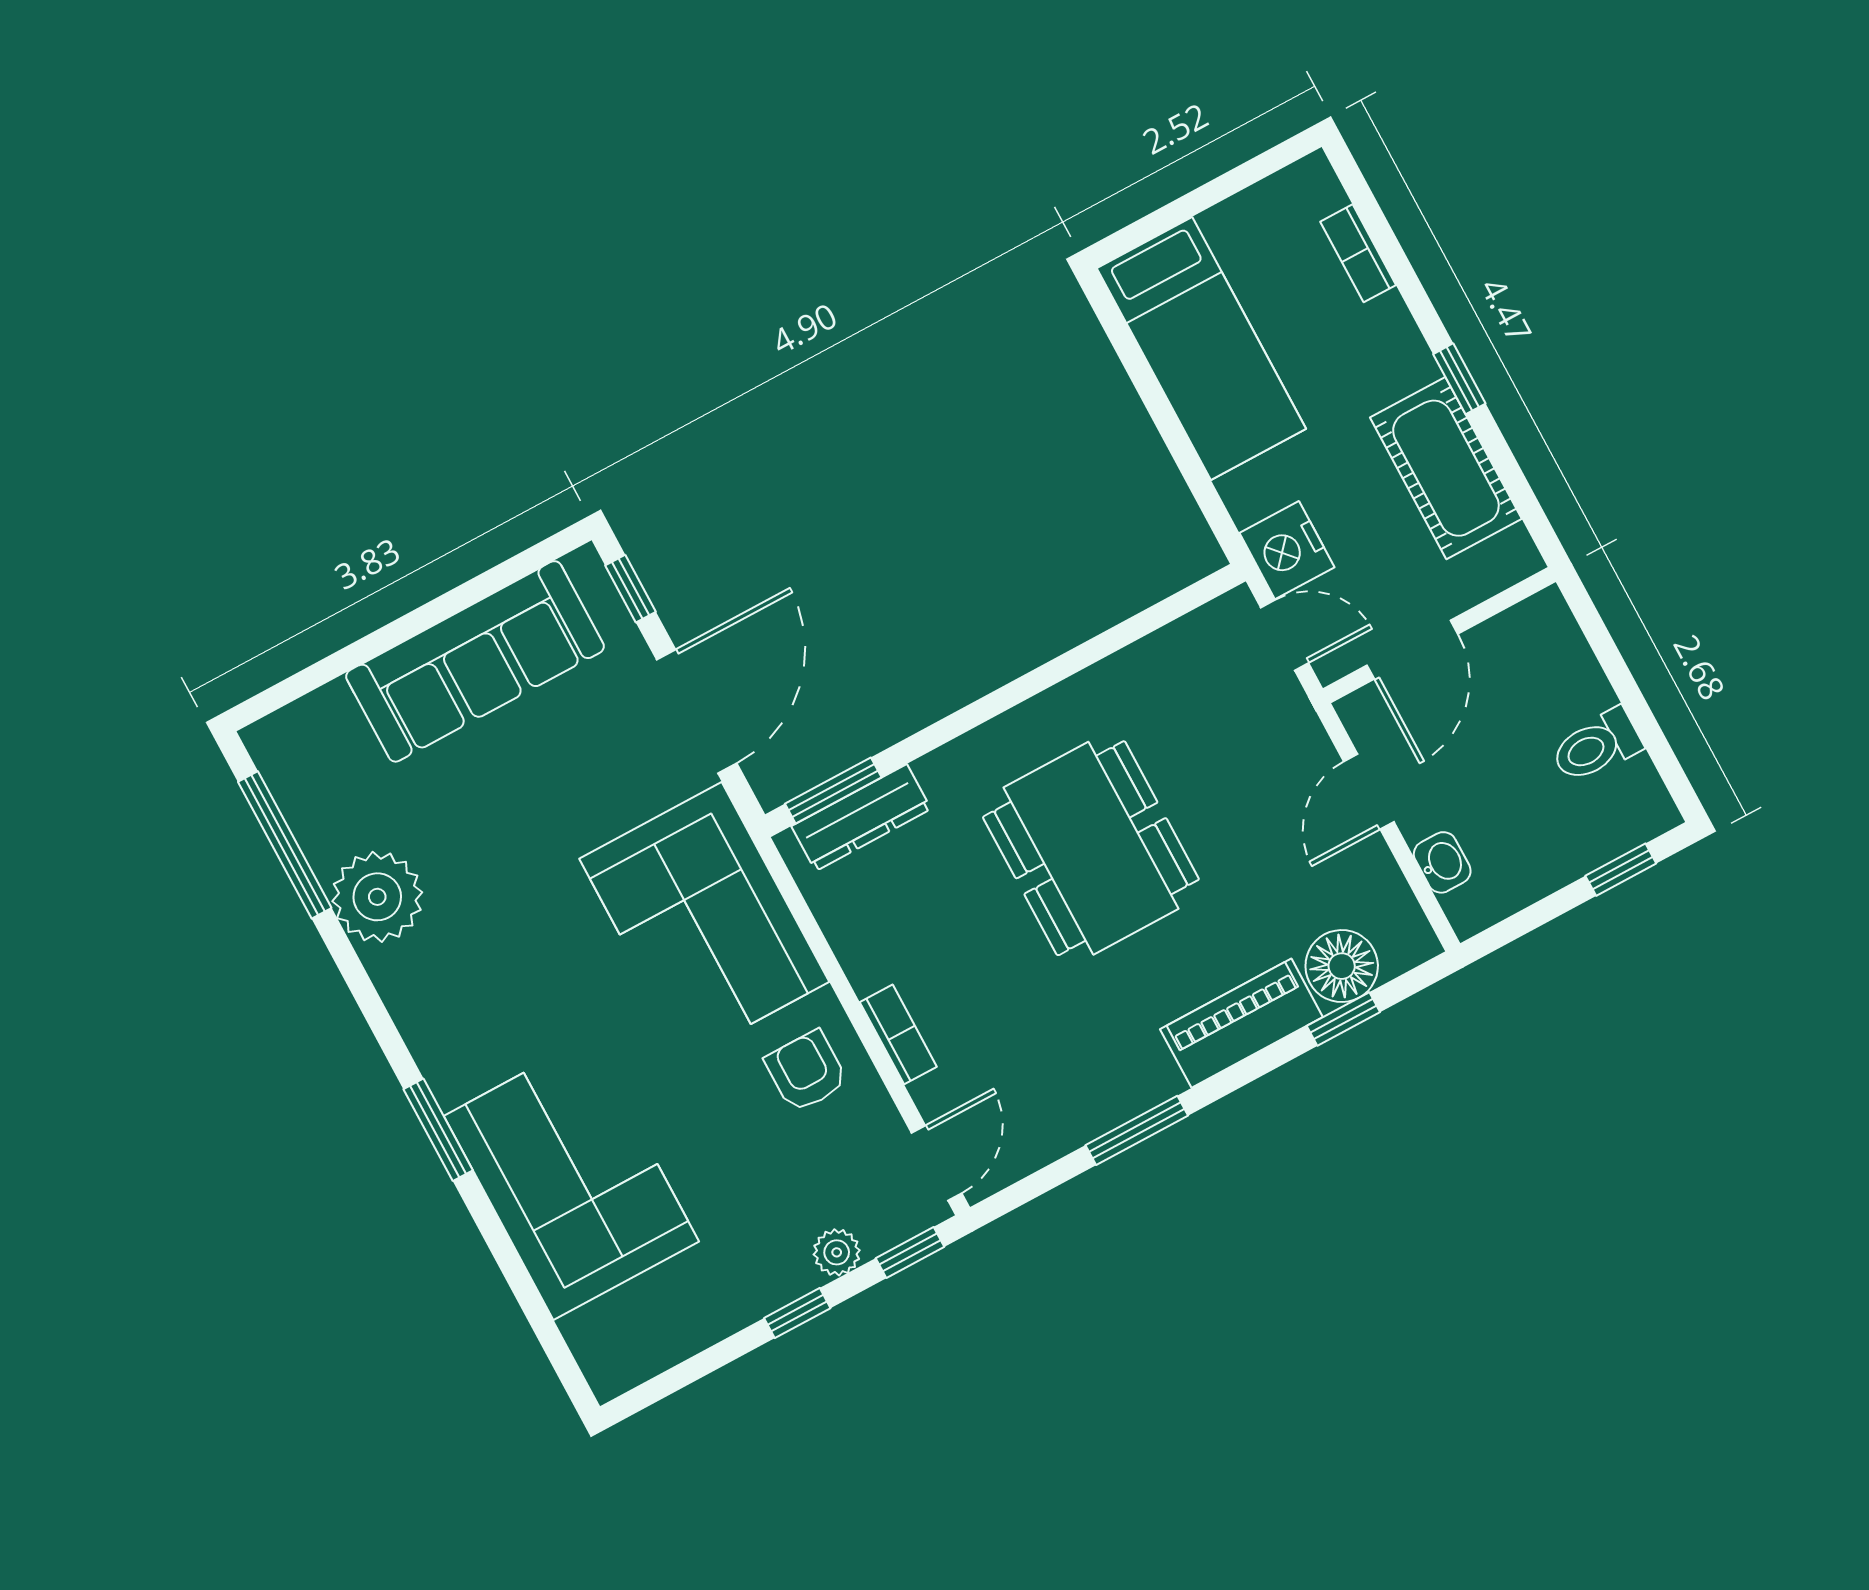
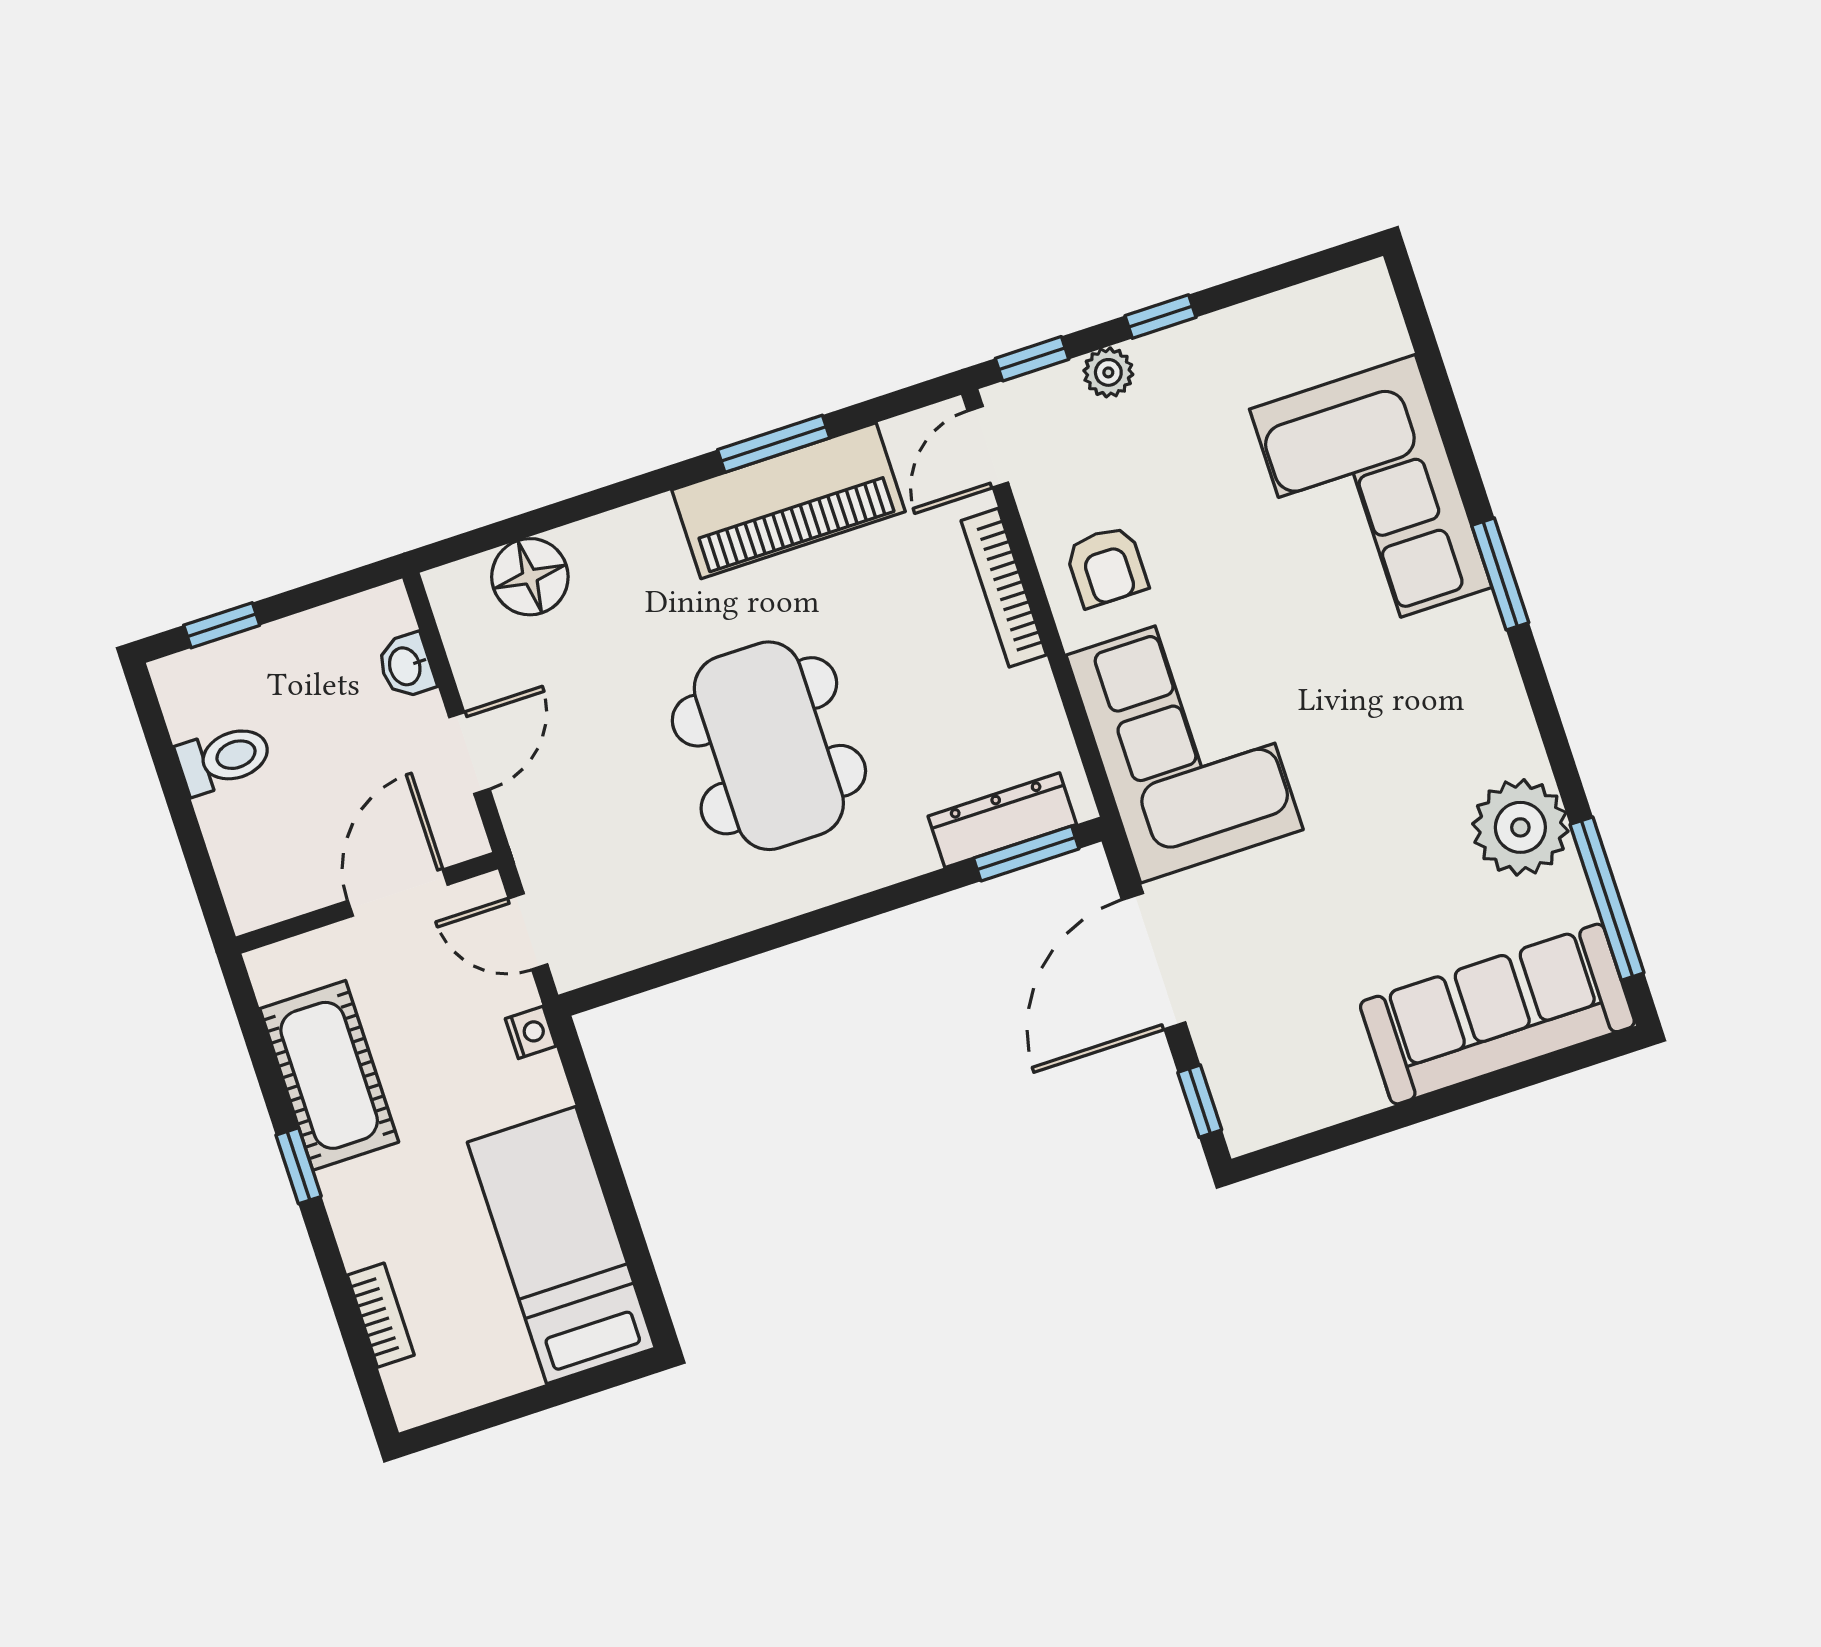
nightstand: (1287, 550) -> (531, 1032), width x0.53, depth x0.56
sofa: (475, 661) -> (1497, 1014), moved
window: (1343, 1019) -> (538, 521), removed
piano: (1241, 1023) -> (789, 501), moved, width x1.37, depth x1.33
bookcase: (898, 1034) -> (1004, 588), width x1.56

